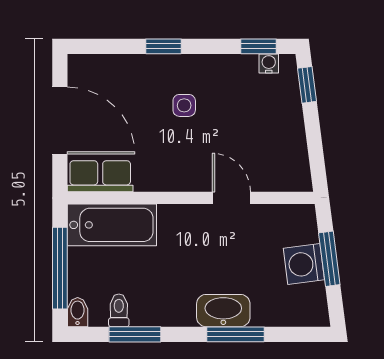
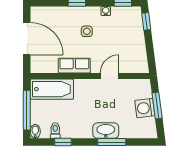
water cooler: (269, 64) -> (106, 11), moved
row of seats: (100, 176) -> (74, 66), moved
door: (231, 198) -> (110, 76), hinge flipped
window: (135, 334) -> (63, 142), width x0.67

